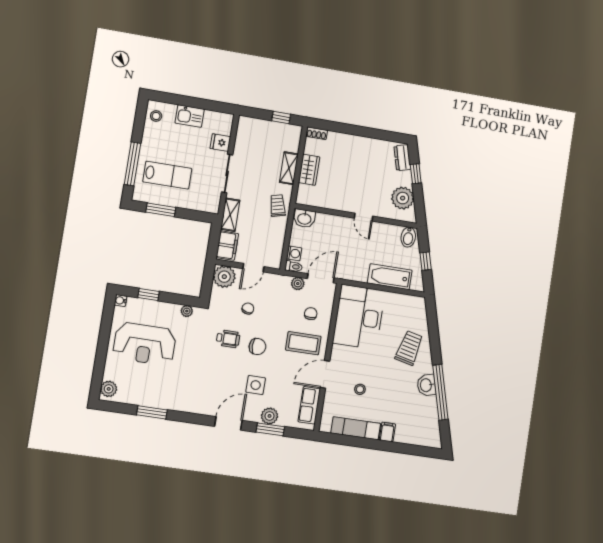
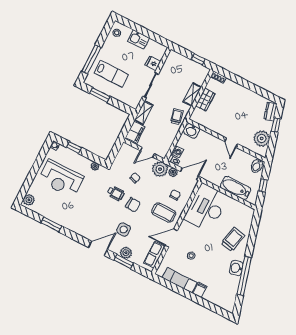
plant: (224, 277) -> (160, 169), moved

